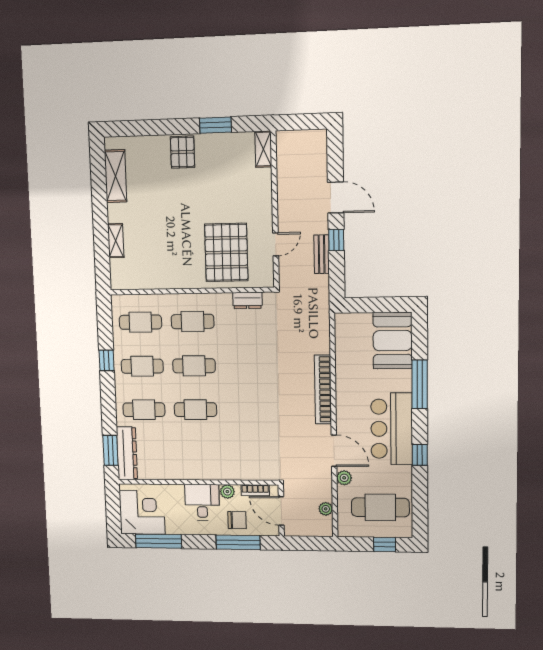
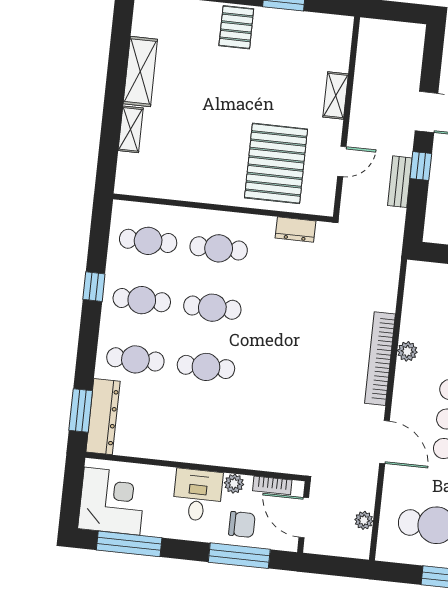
shelving: (263, 149) -> (336, 95), moved
shelving: (116, 176) -> (140, 71), moved
plant: (344, 478) -> (407, 351), moved

